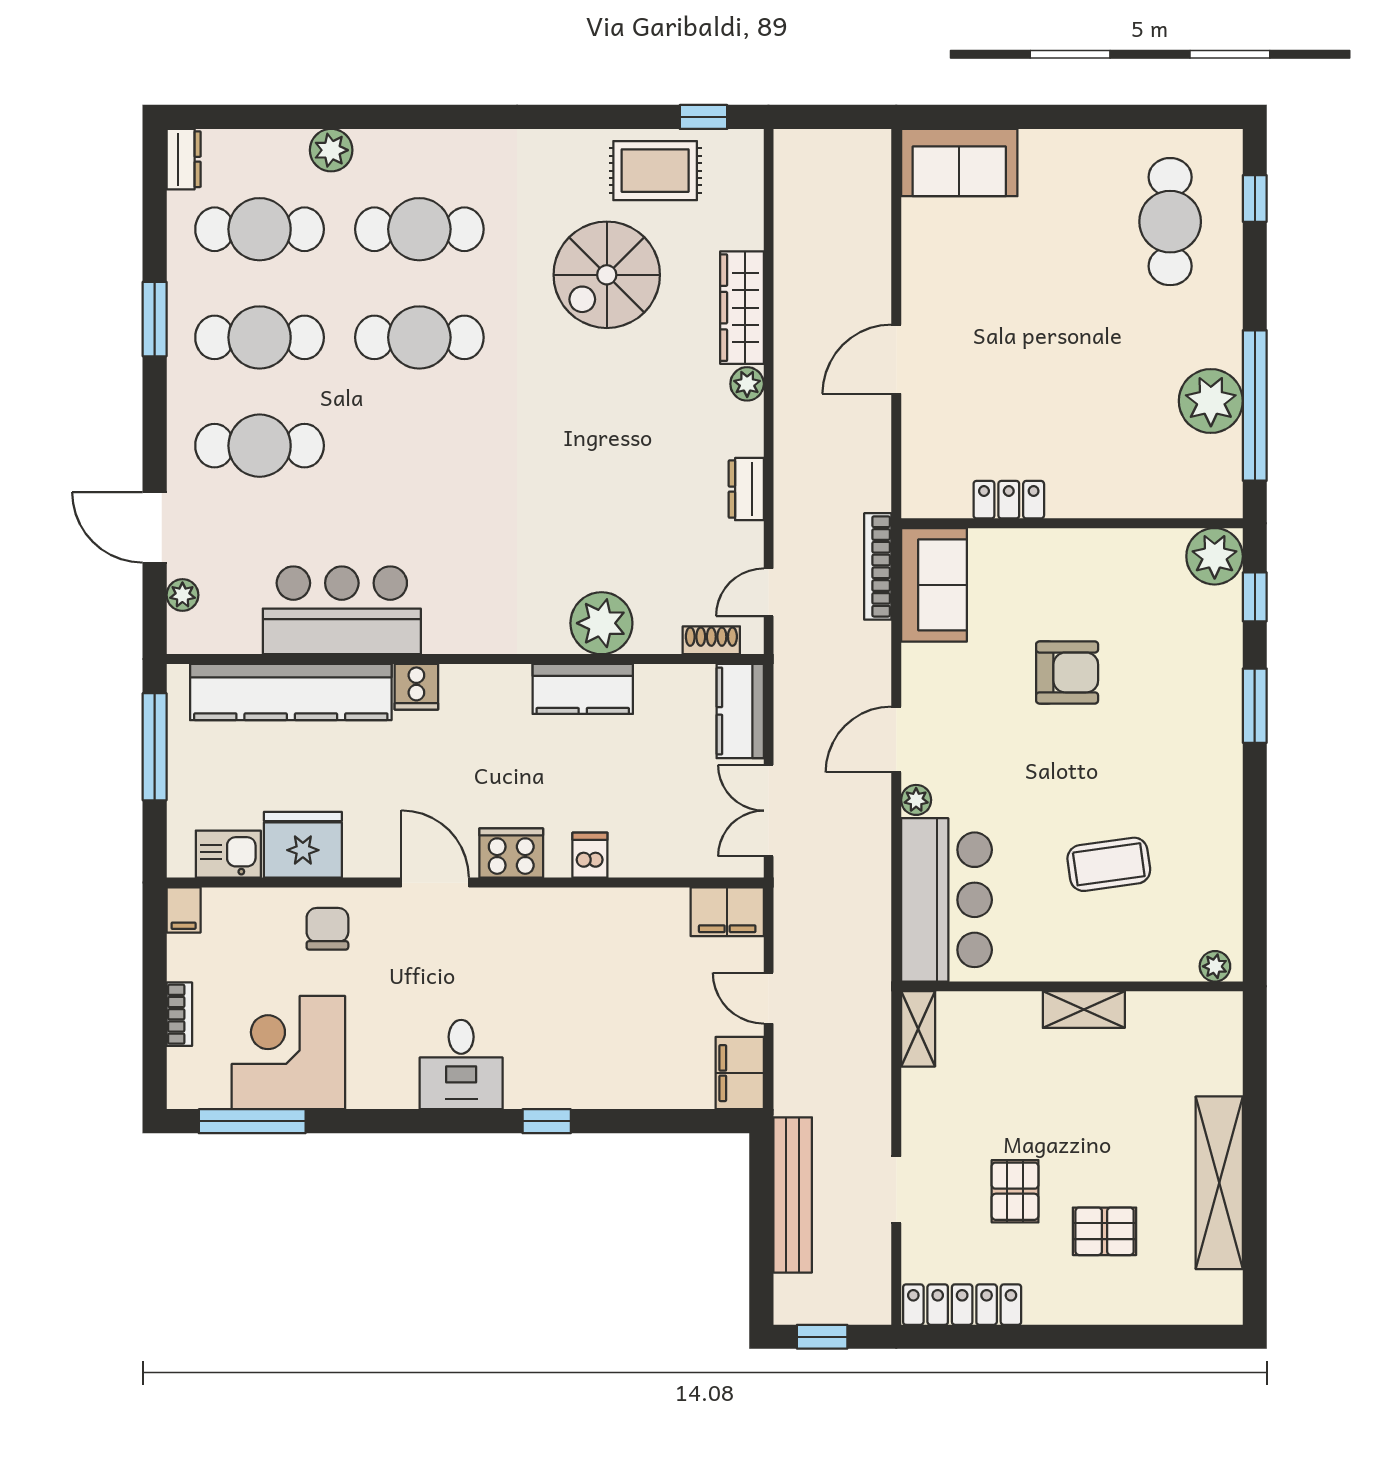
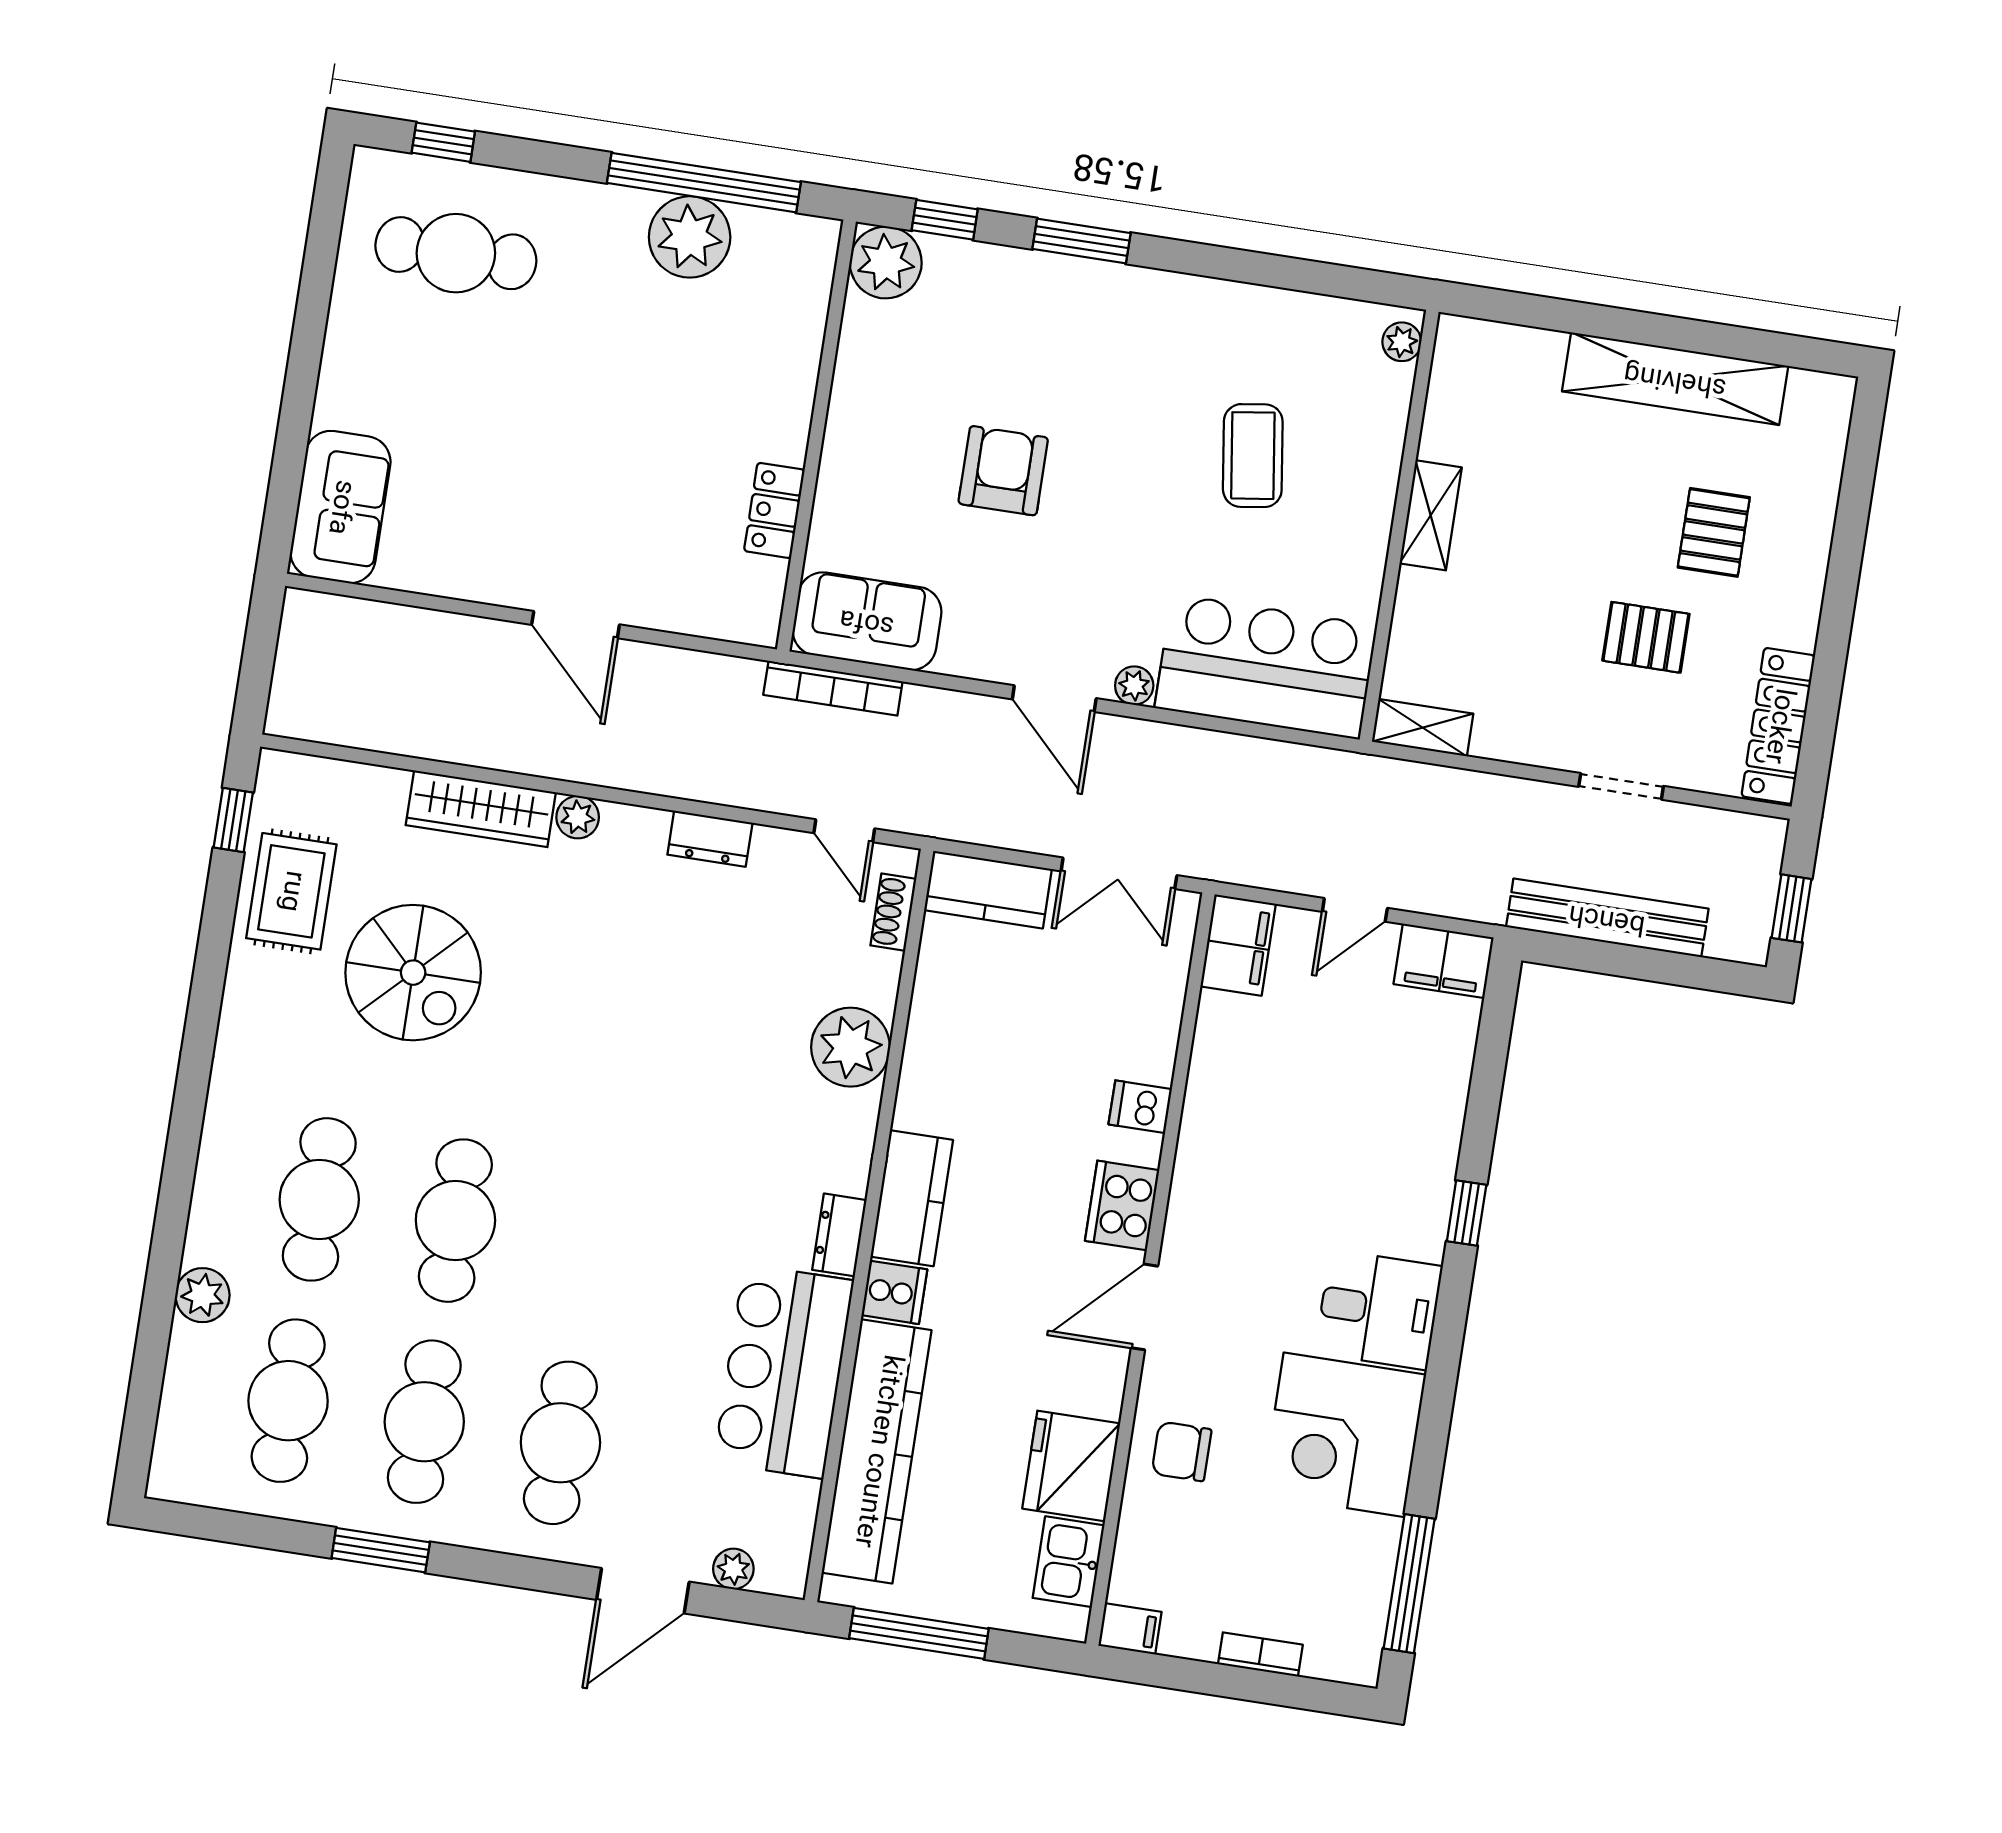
dresser: (184, 159) -> (839, 1235), moved, turned -90
kitchen counter: (583, 689) -> (912, 1198), moved
corner desk: (288, 1053) -> (1344, 1435), moved

